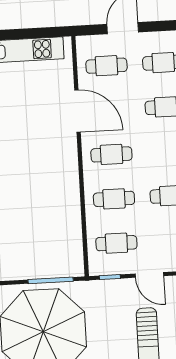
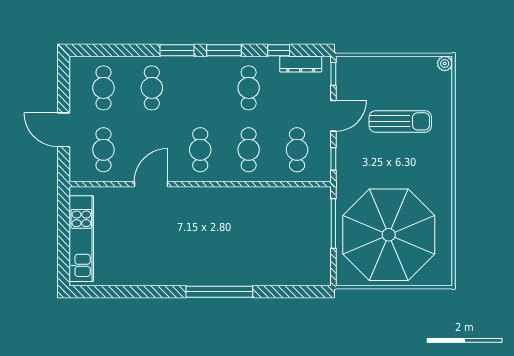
door: (77, 111) -> (151, 184), width x0.73

